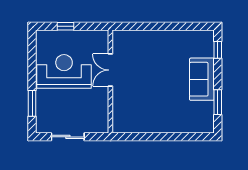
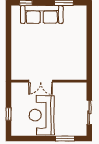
sofa: (202, 79) -> (42, 14), width x1.36

